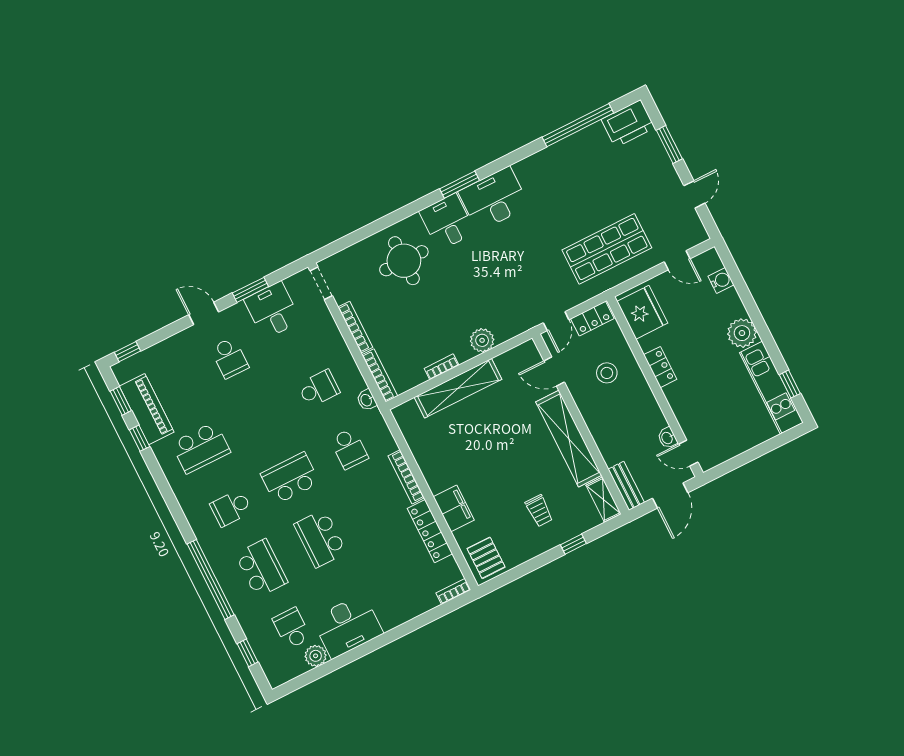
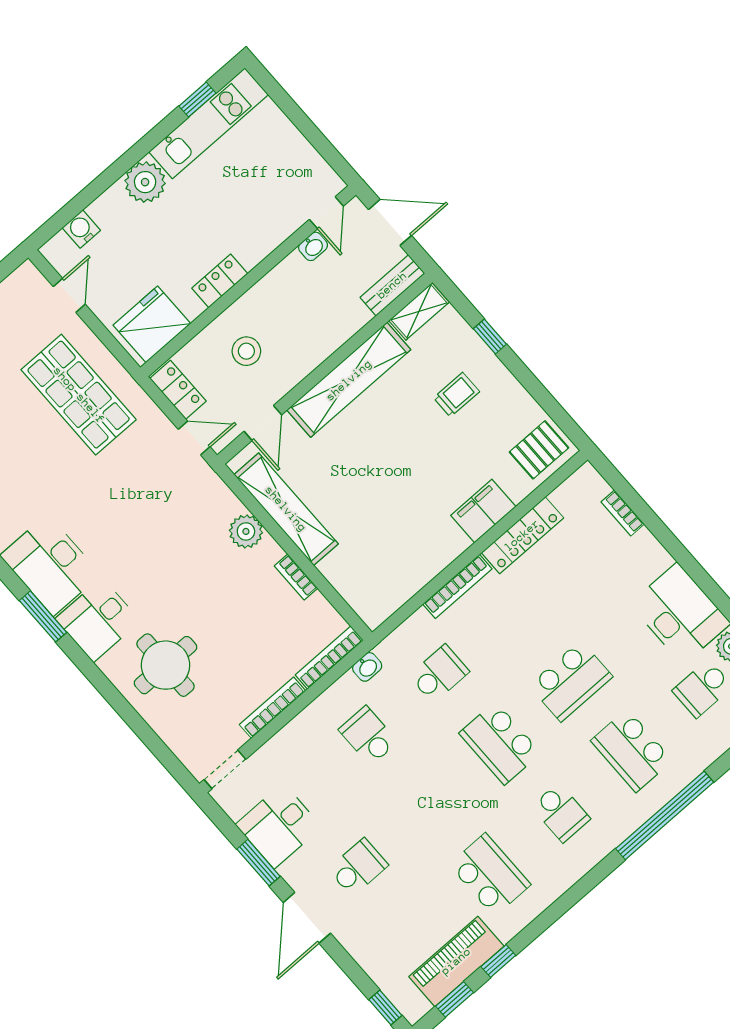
door: (204, 313) -> (307, 918), width x1.38
shelving: (458, 388) -> (286, 509), moved
school desk: (261, 568) -> (632, 751), turned -90
bookcase: (453, 591) -> (623, 513), moved

